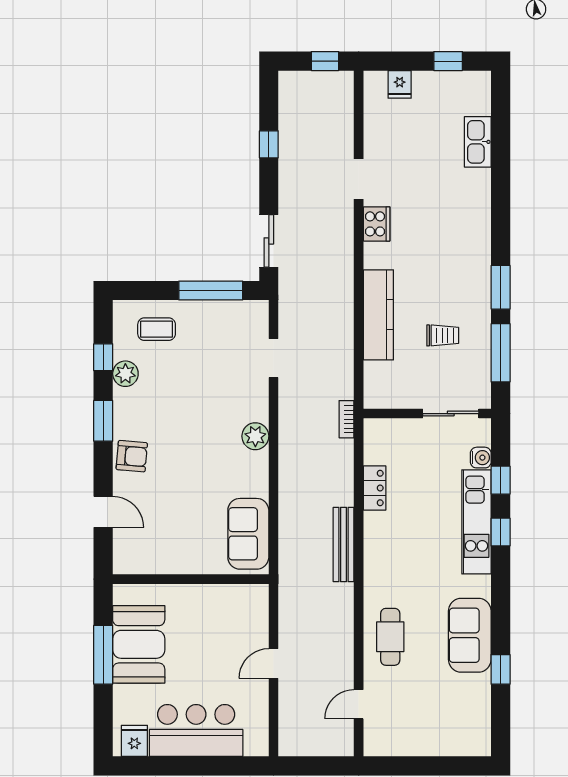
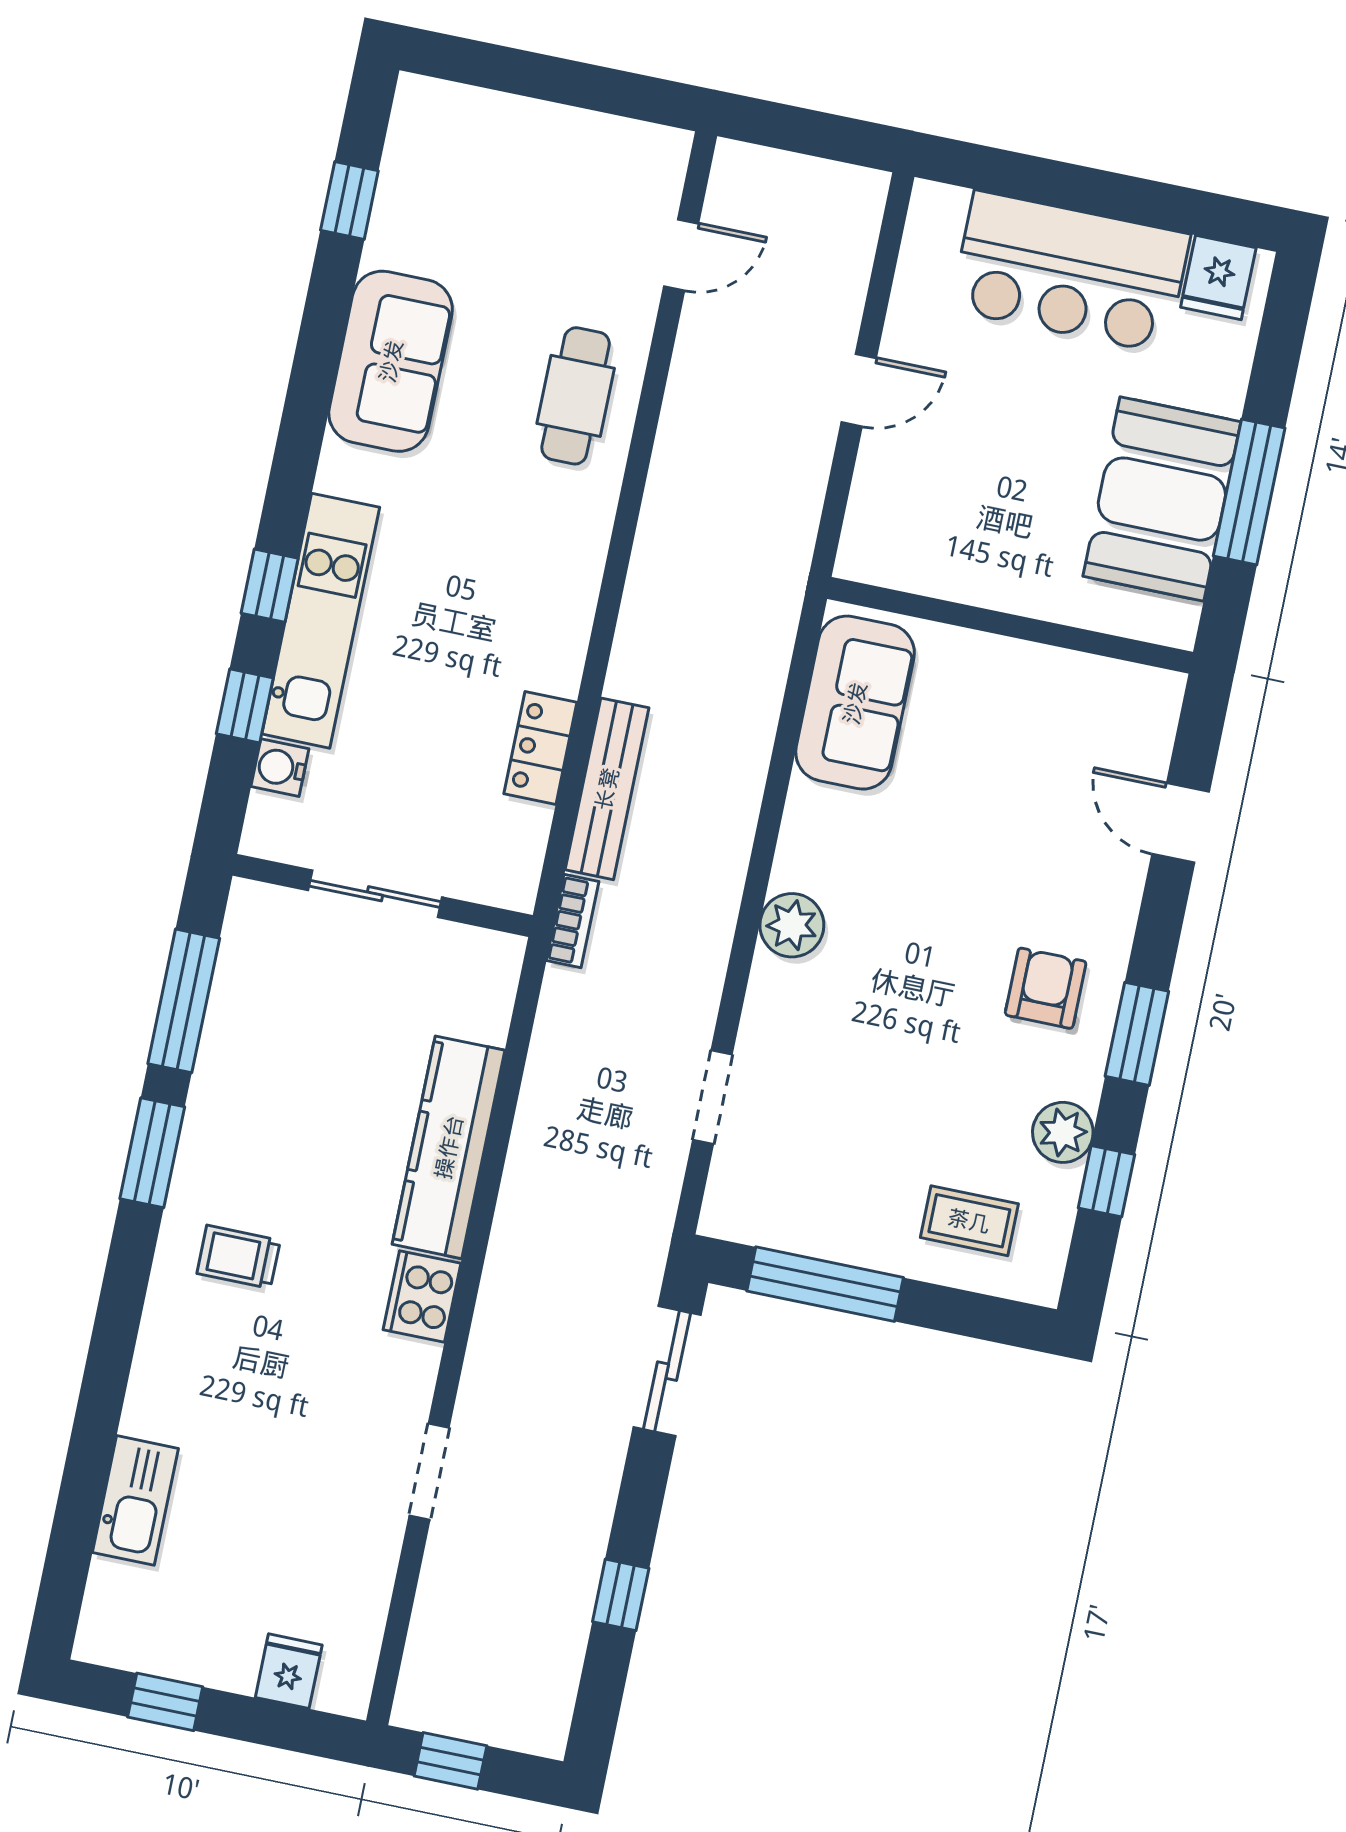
cooker: (377, 224) -> (422, 1296), moved
trolley: (443, 335) -> (239, 1257), moved
sliding door: (451, 414) -> (375, 894), moved
armchair: (132, 456) -> (1046, 988), moved, turned 85
bench: (344, 545) -> (607, 789), moved
window: (501, 669) -> (349, 200), moved

